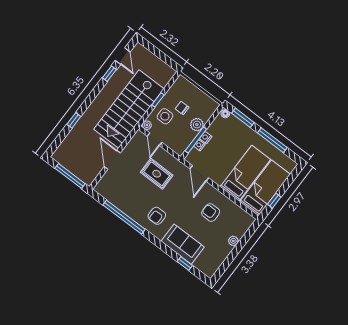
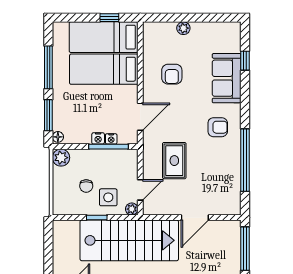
plant: (197, 125) -> (61, 158), moved

